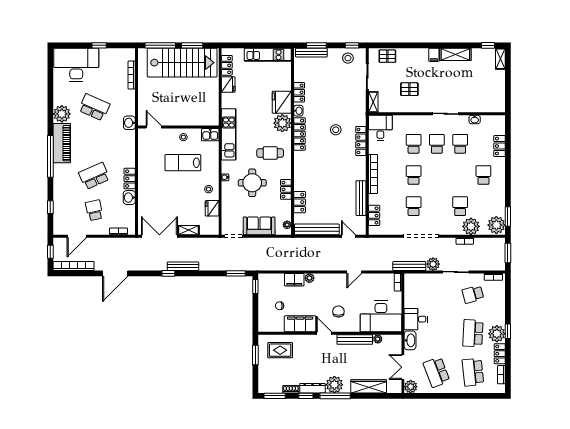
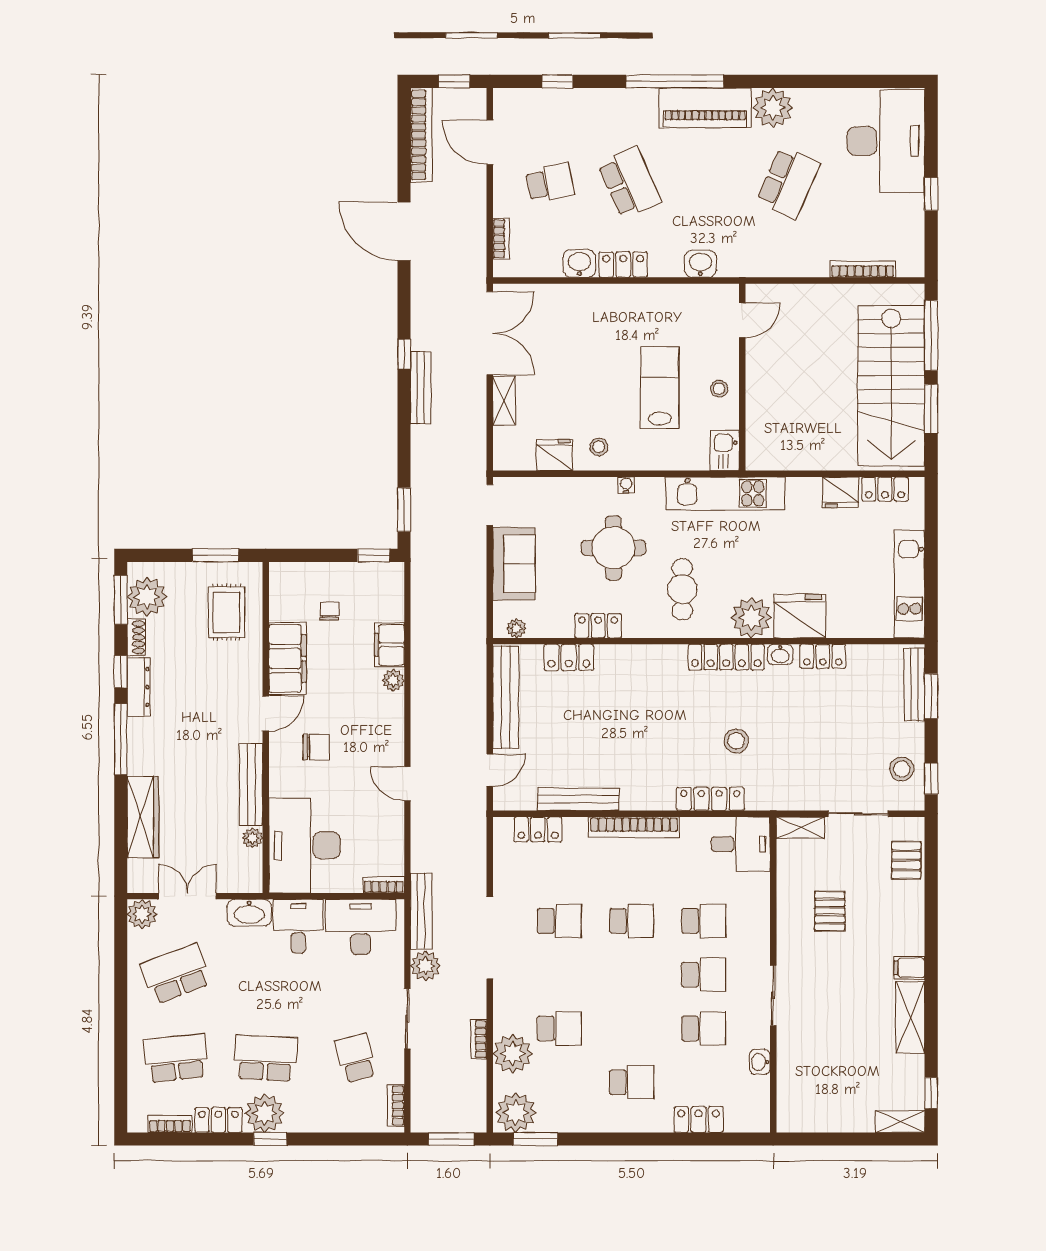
washbasin: (129, 123) -> (700, 264), moved
desk: (416, 292) -> (361, 927), added
plant: (334, 385) -> (147, 597), moved

